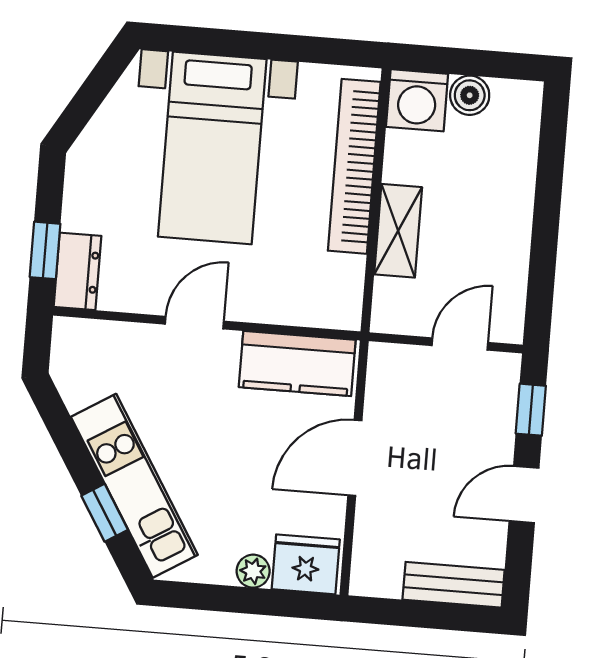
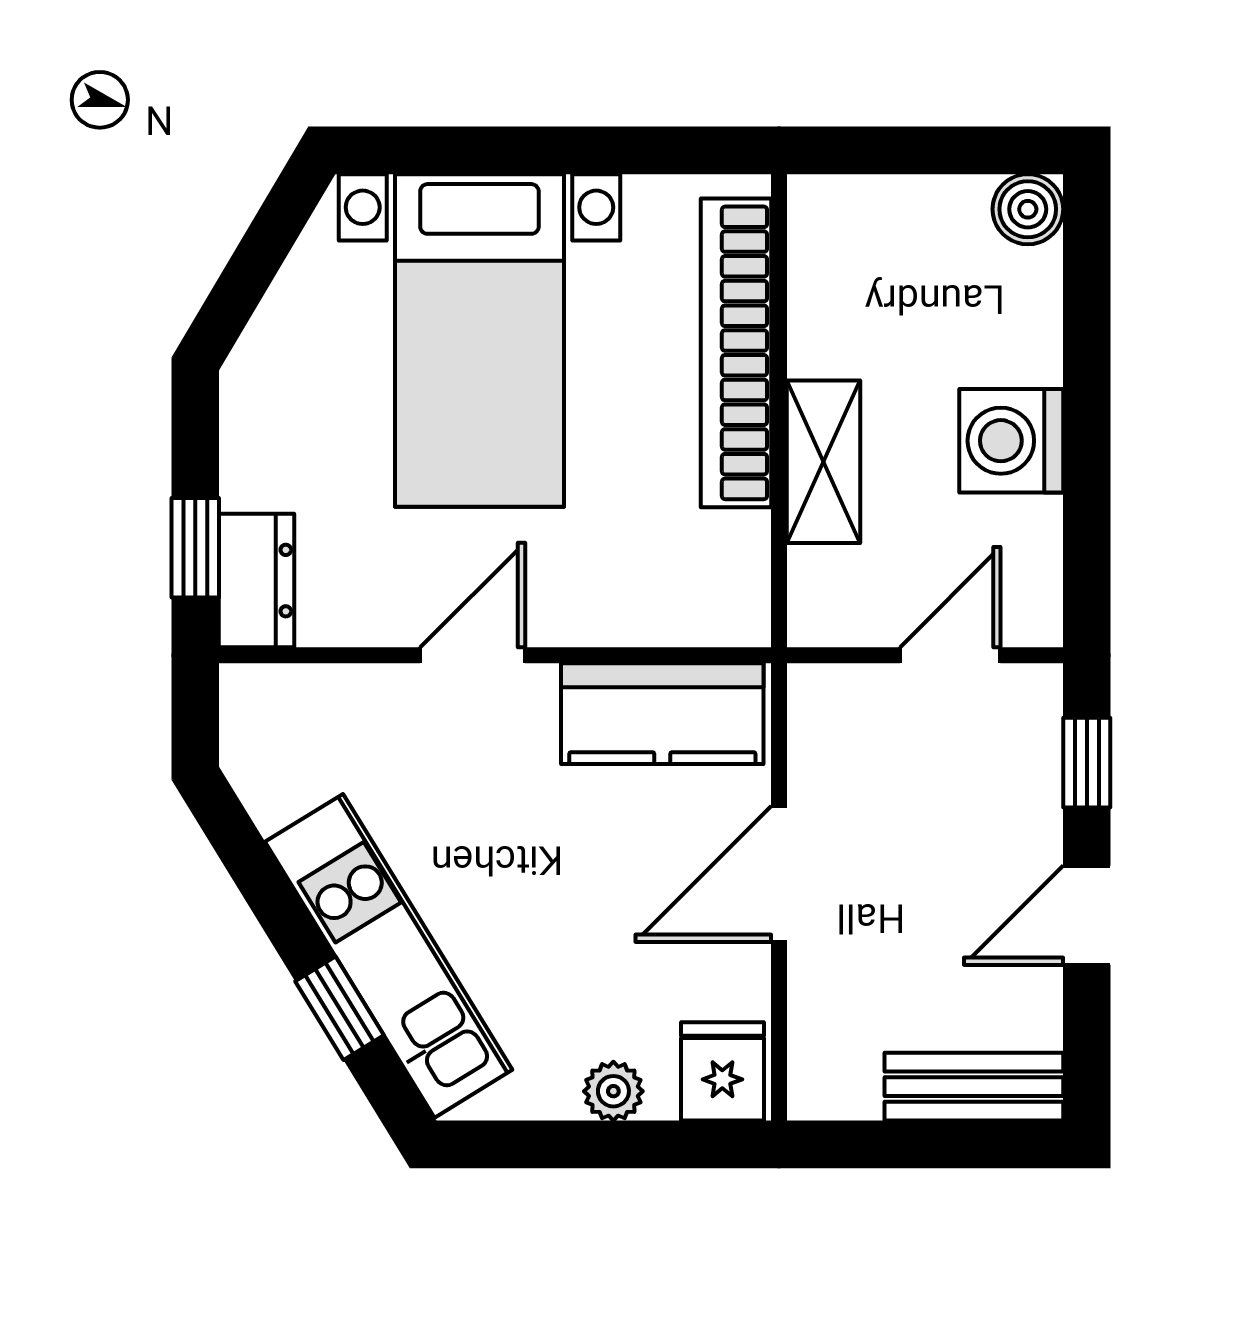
boiler: (470, 95) -> (1028, 209), moved
washing machine: (417, 100) -> (1011, 441), moved, turned 90
fridge: (306, 564) -> (722, 1071), width x0.72

